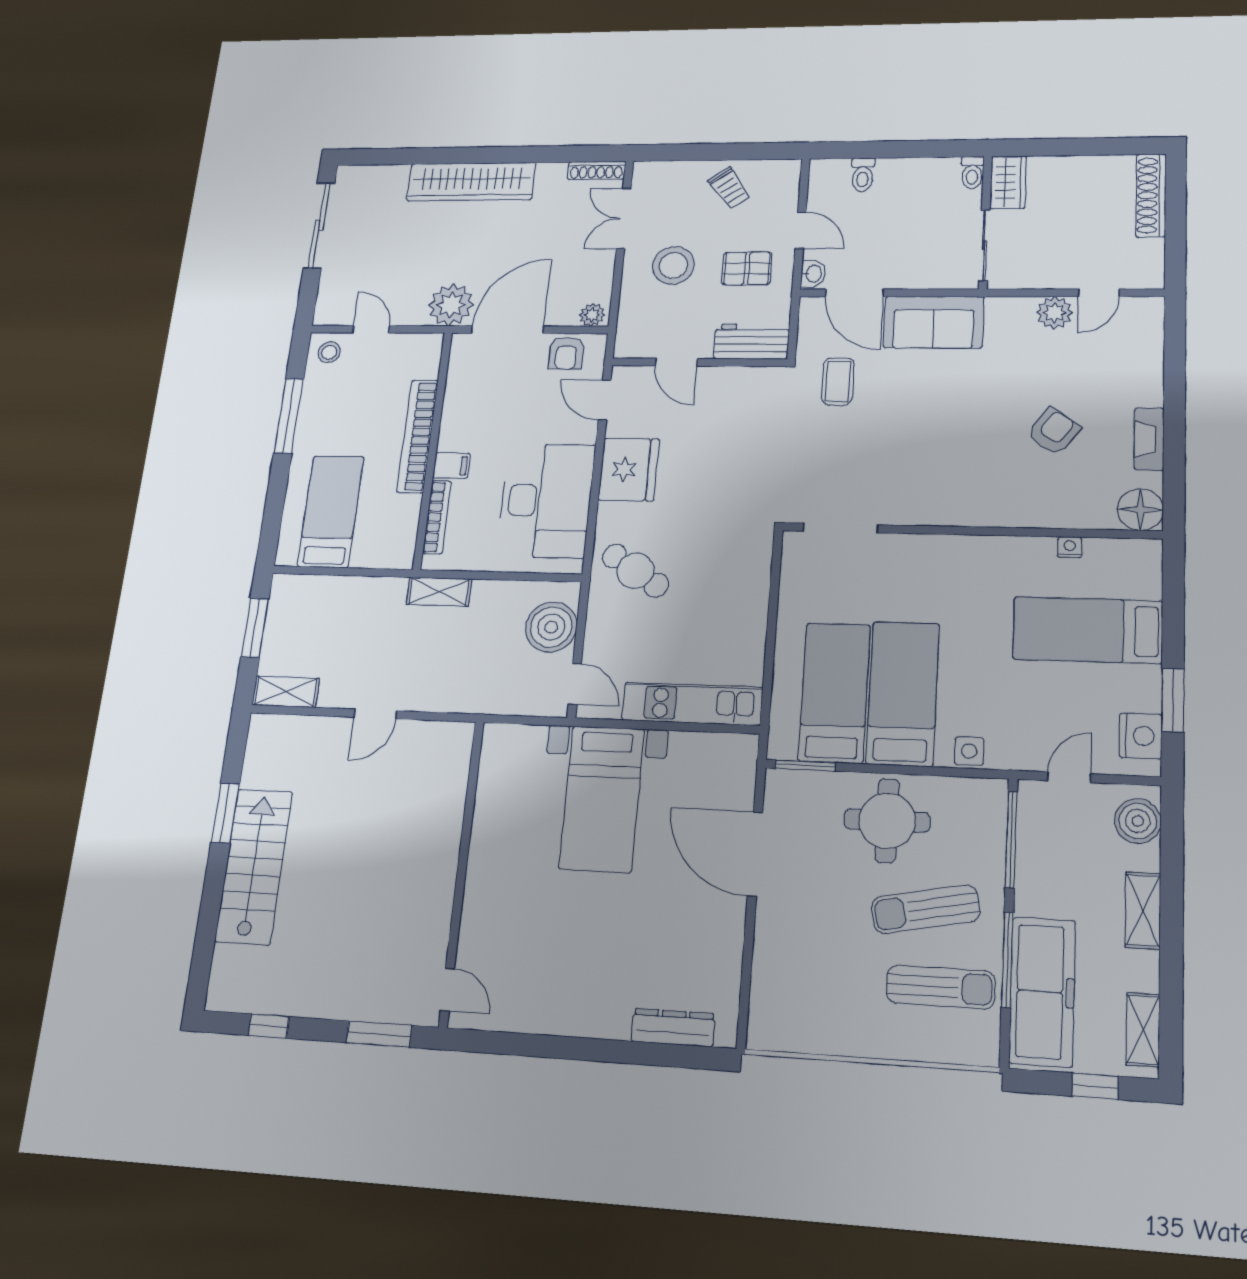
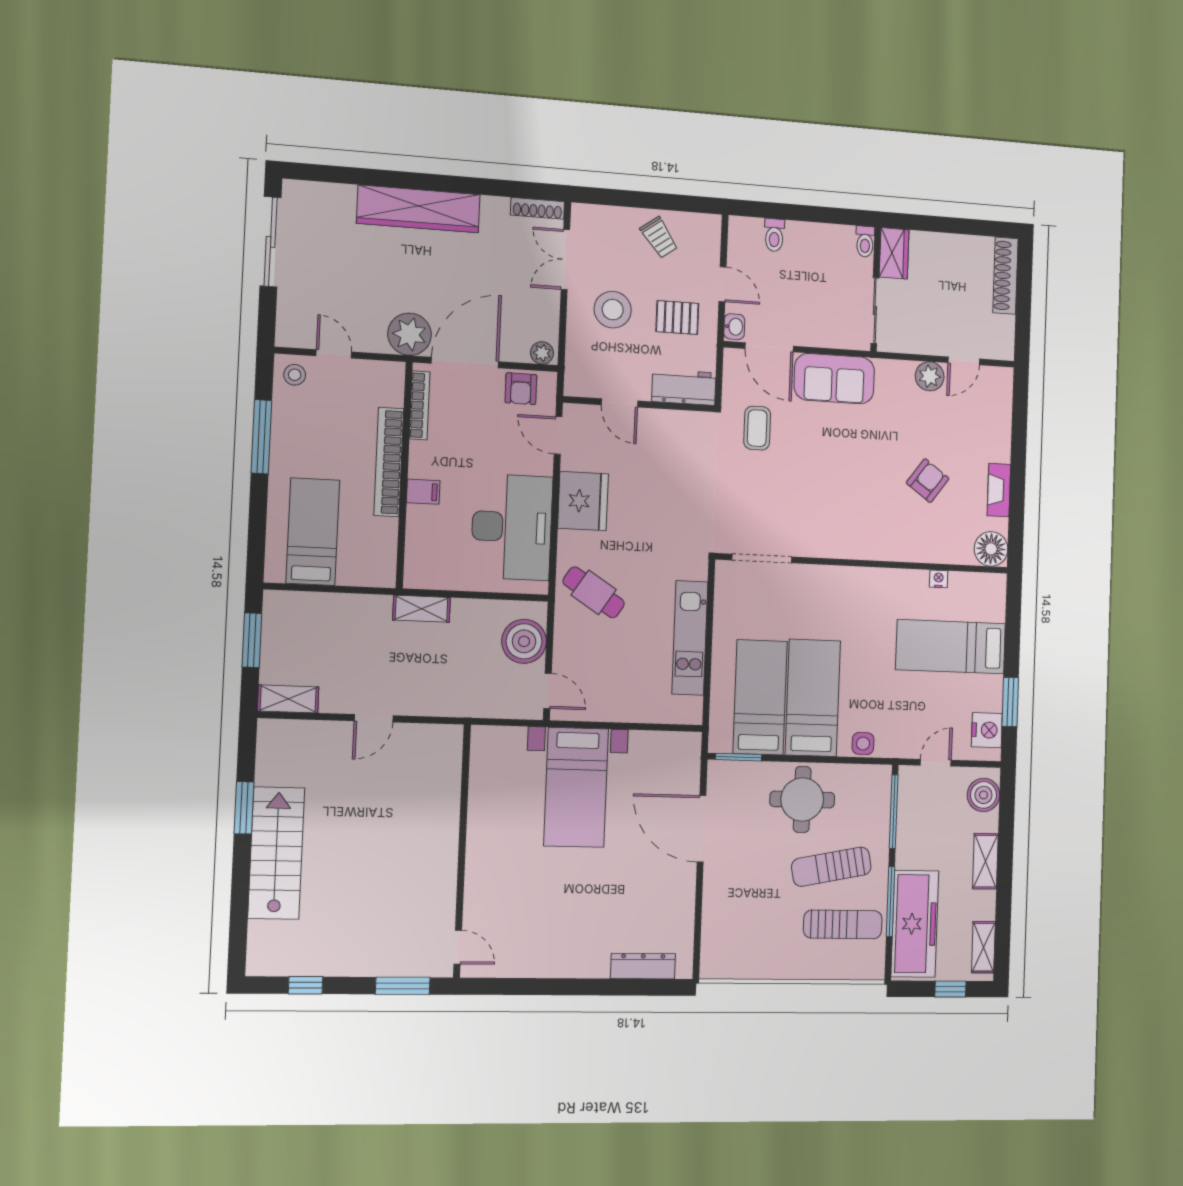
bookcase: (437, 517) -> (420, 405), moved
kitchen unit: (692, 704) -> (690, 638), moved, turned -90

